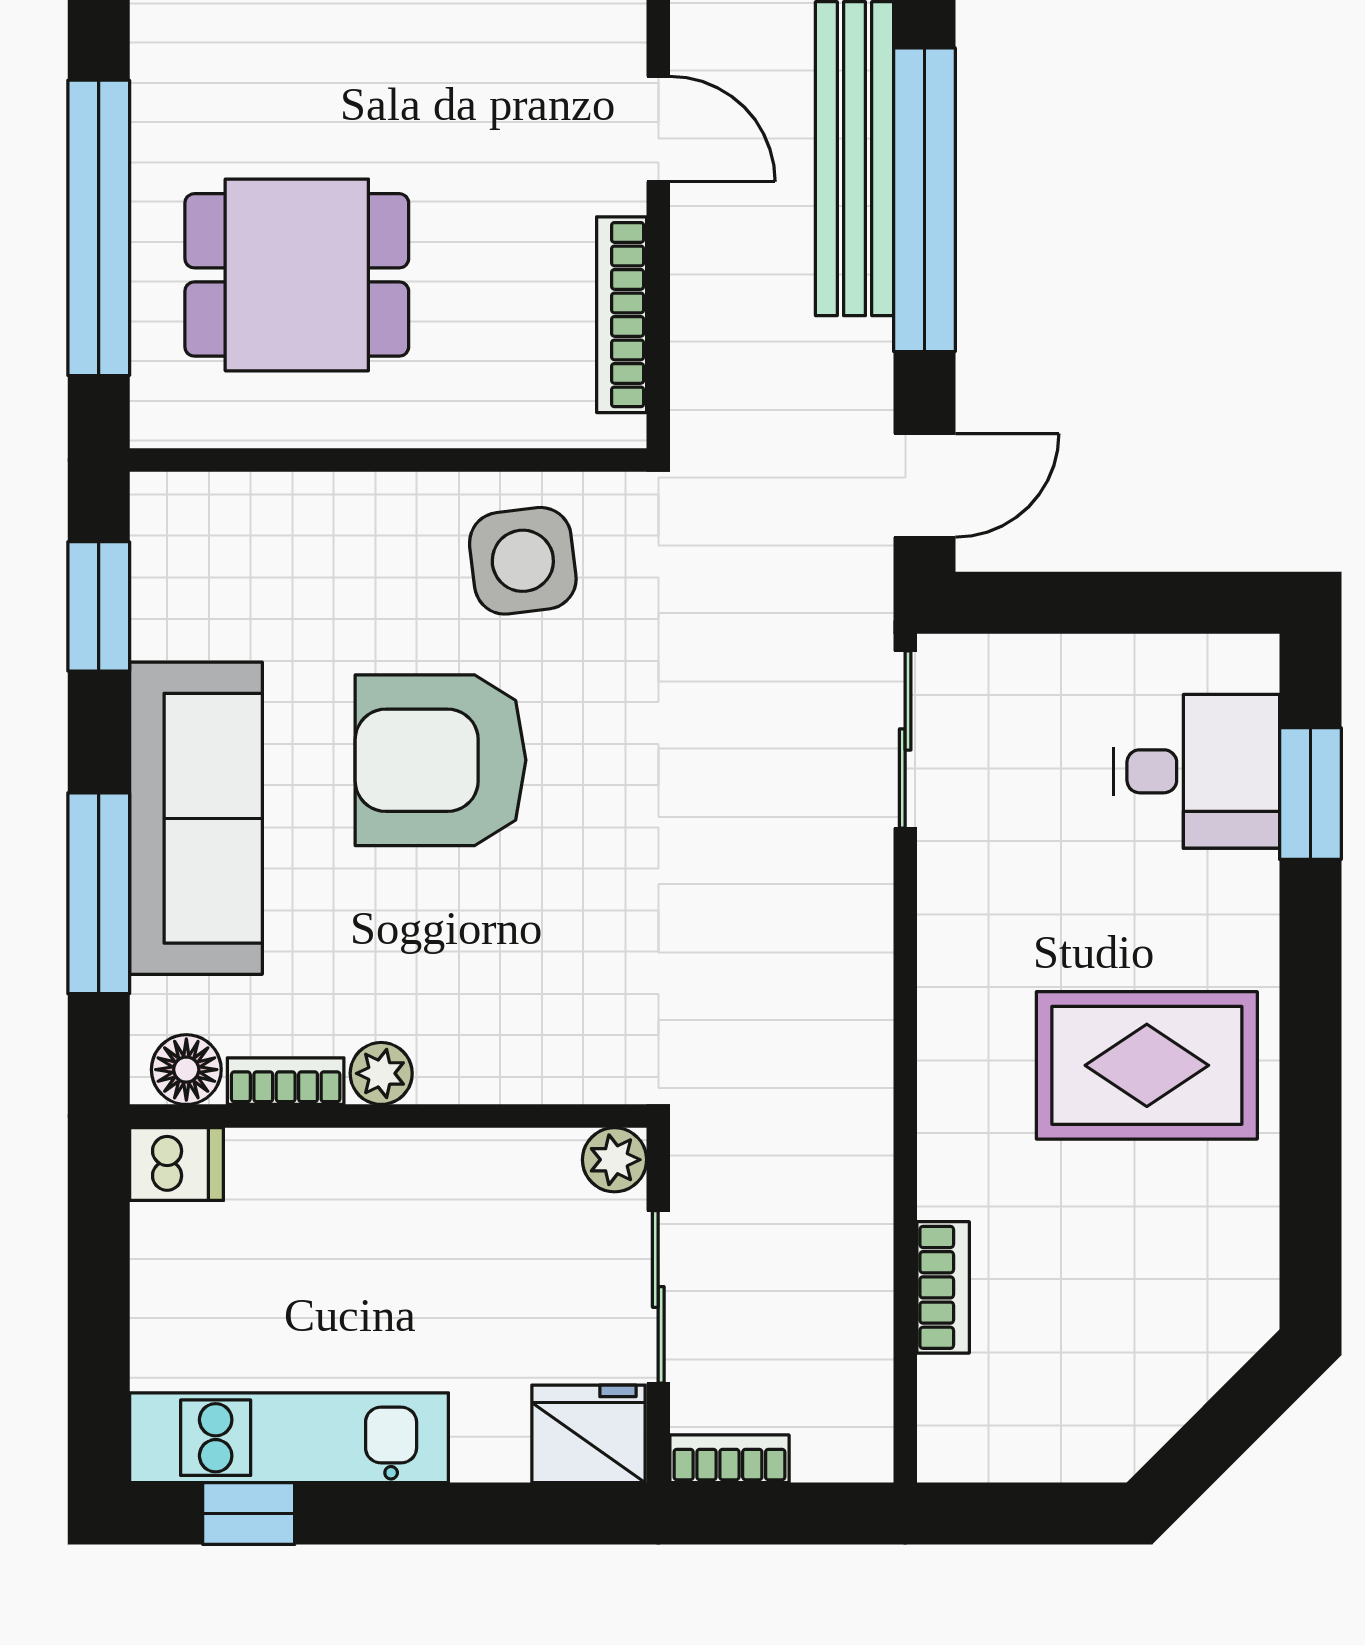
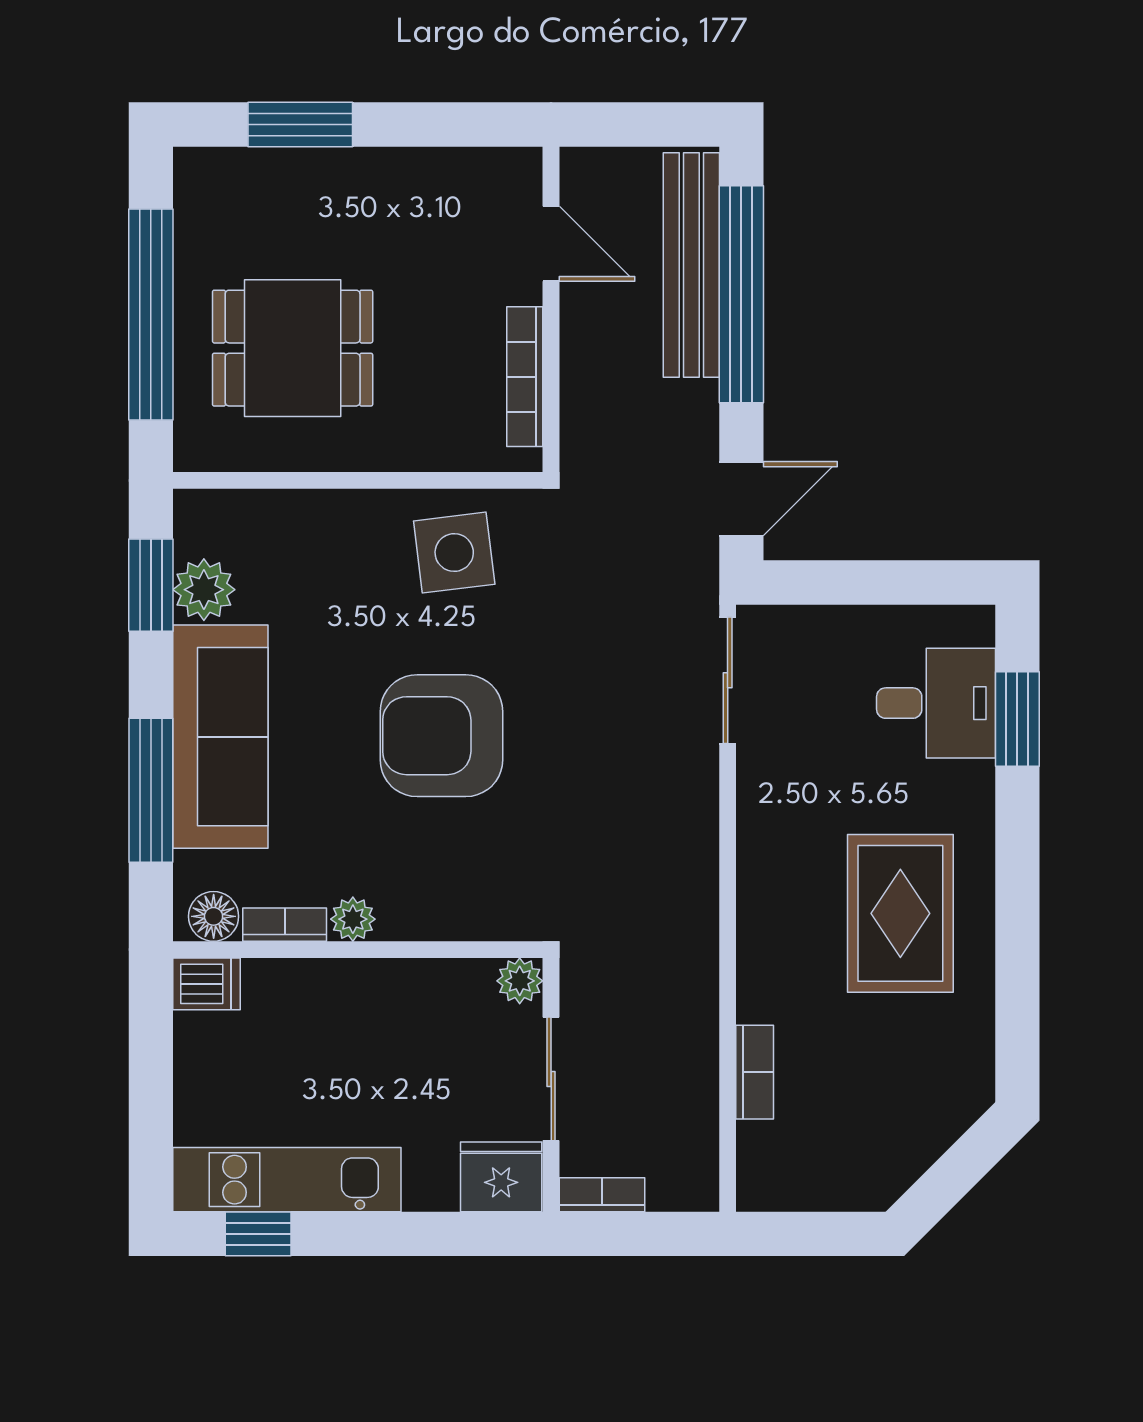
plant: (173, 613) -> (204, 590), added
armchair: (441, 760) -> (441, 736), moved
rug: (1147, 1065) -> (900, 913), turned 90

